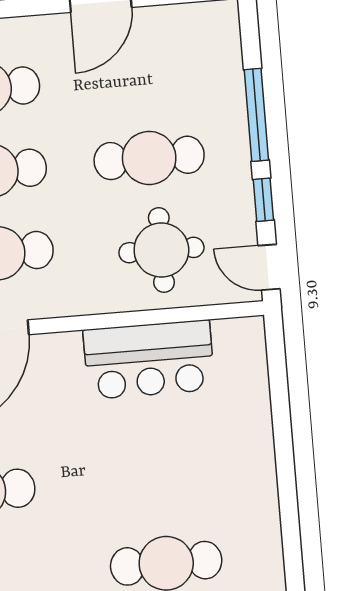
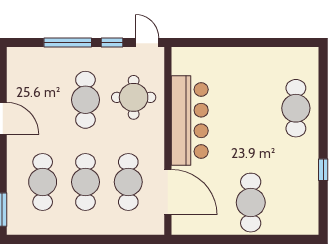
door: (269, 267) -> (147, 42), swing flipped
bar counter: (149, 360) -> (190, 120), width x1.36

